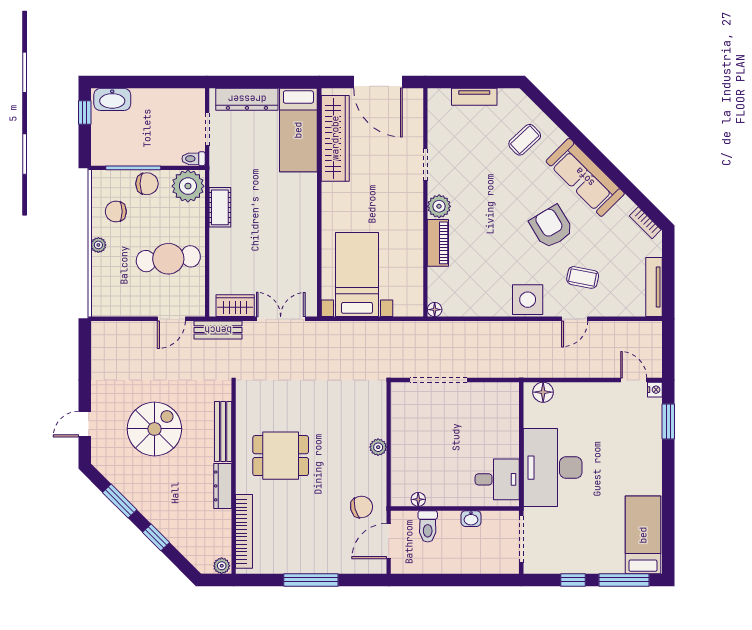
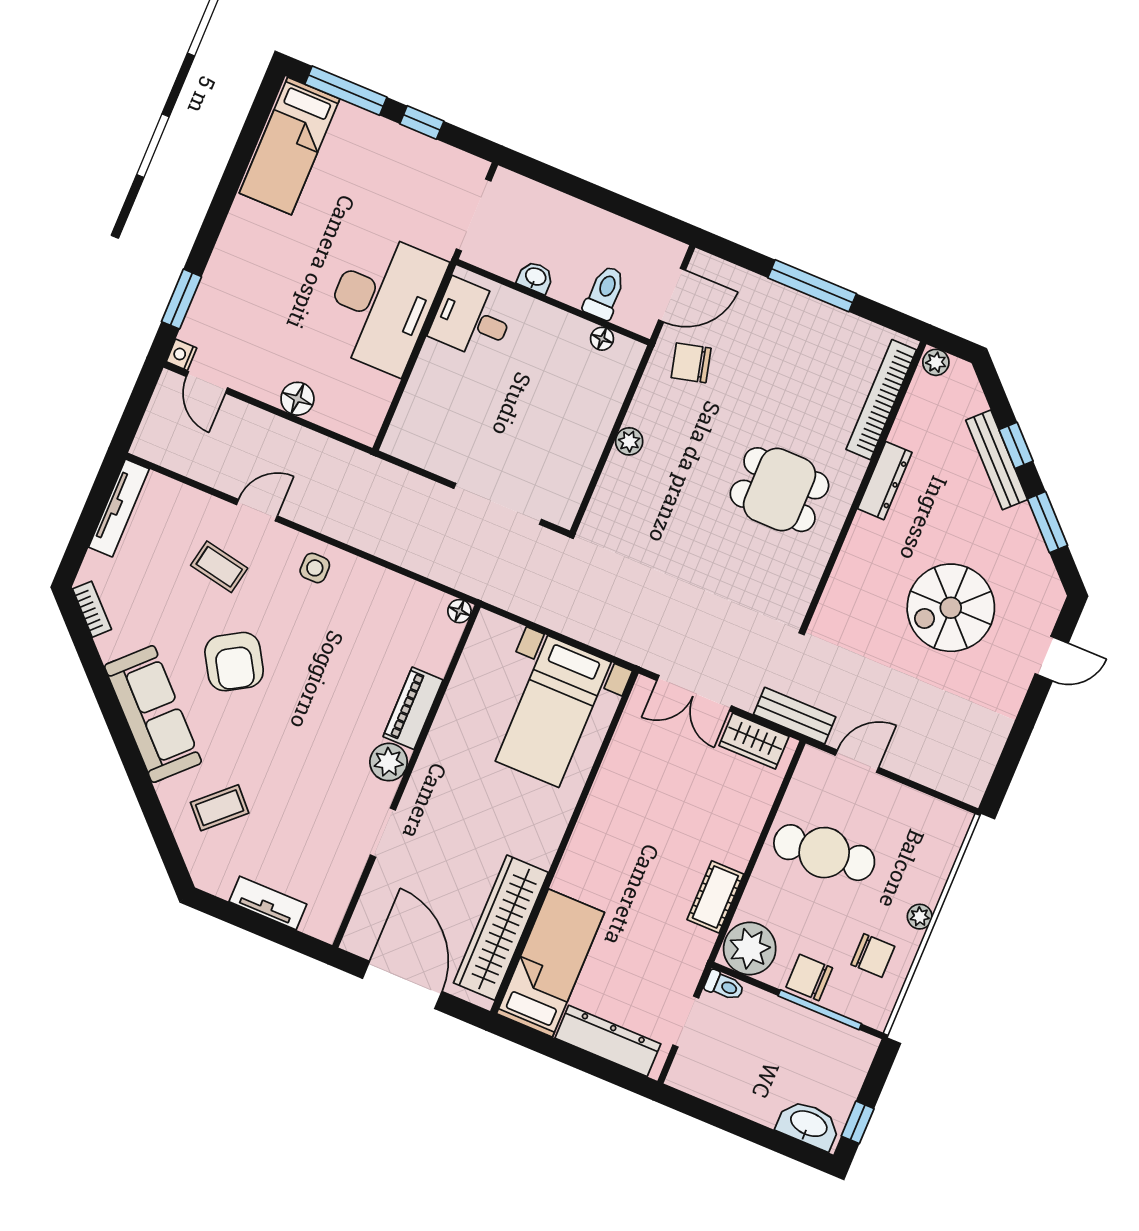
side table: (528, 300) -> (315, 568), width x0.54, depth x0.54
floor lamp: (543, 392) -> (297, 399), moved
bench: (223, 432) -> (997, 460), moved, turned -45

